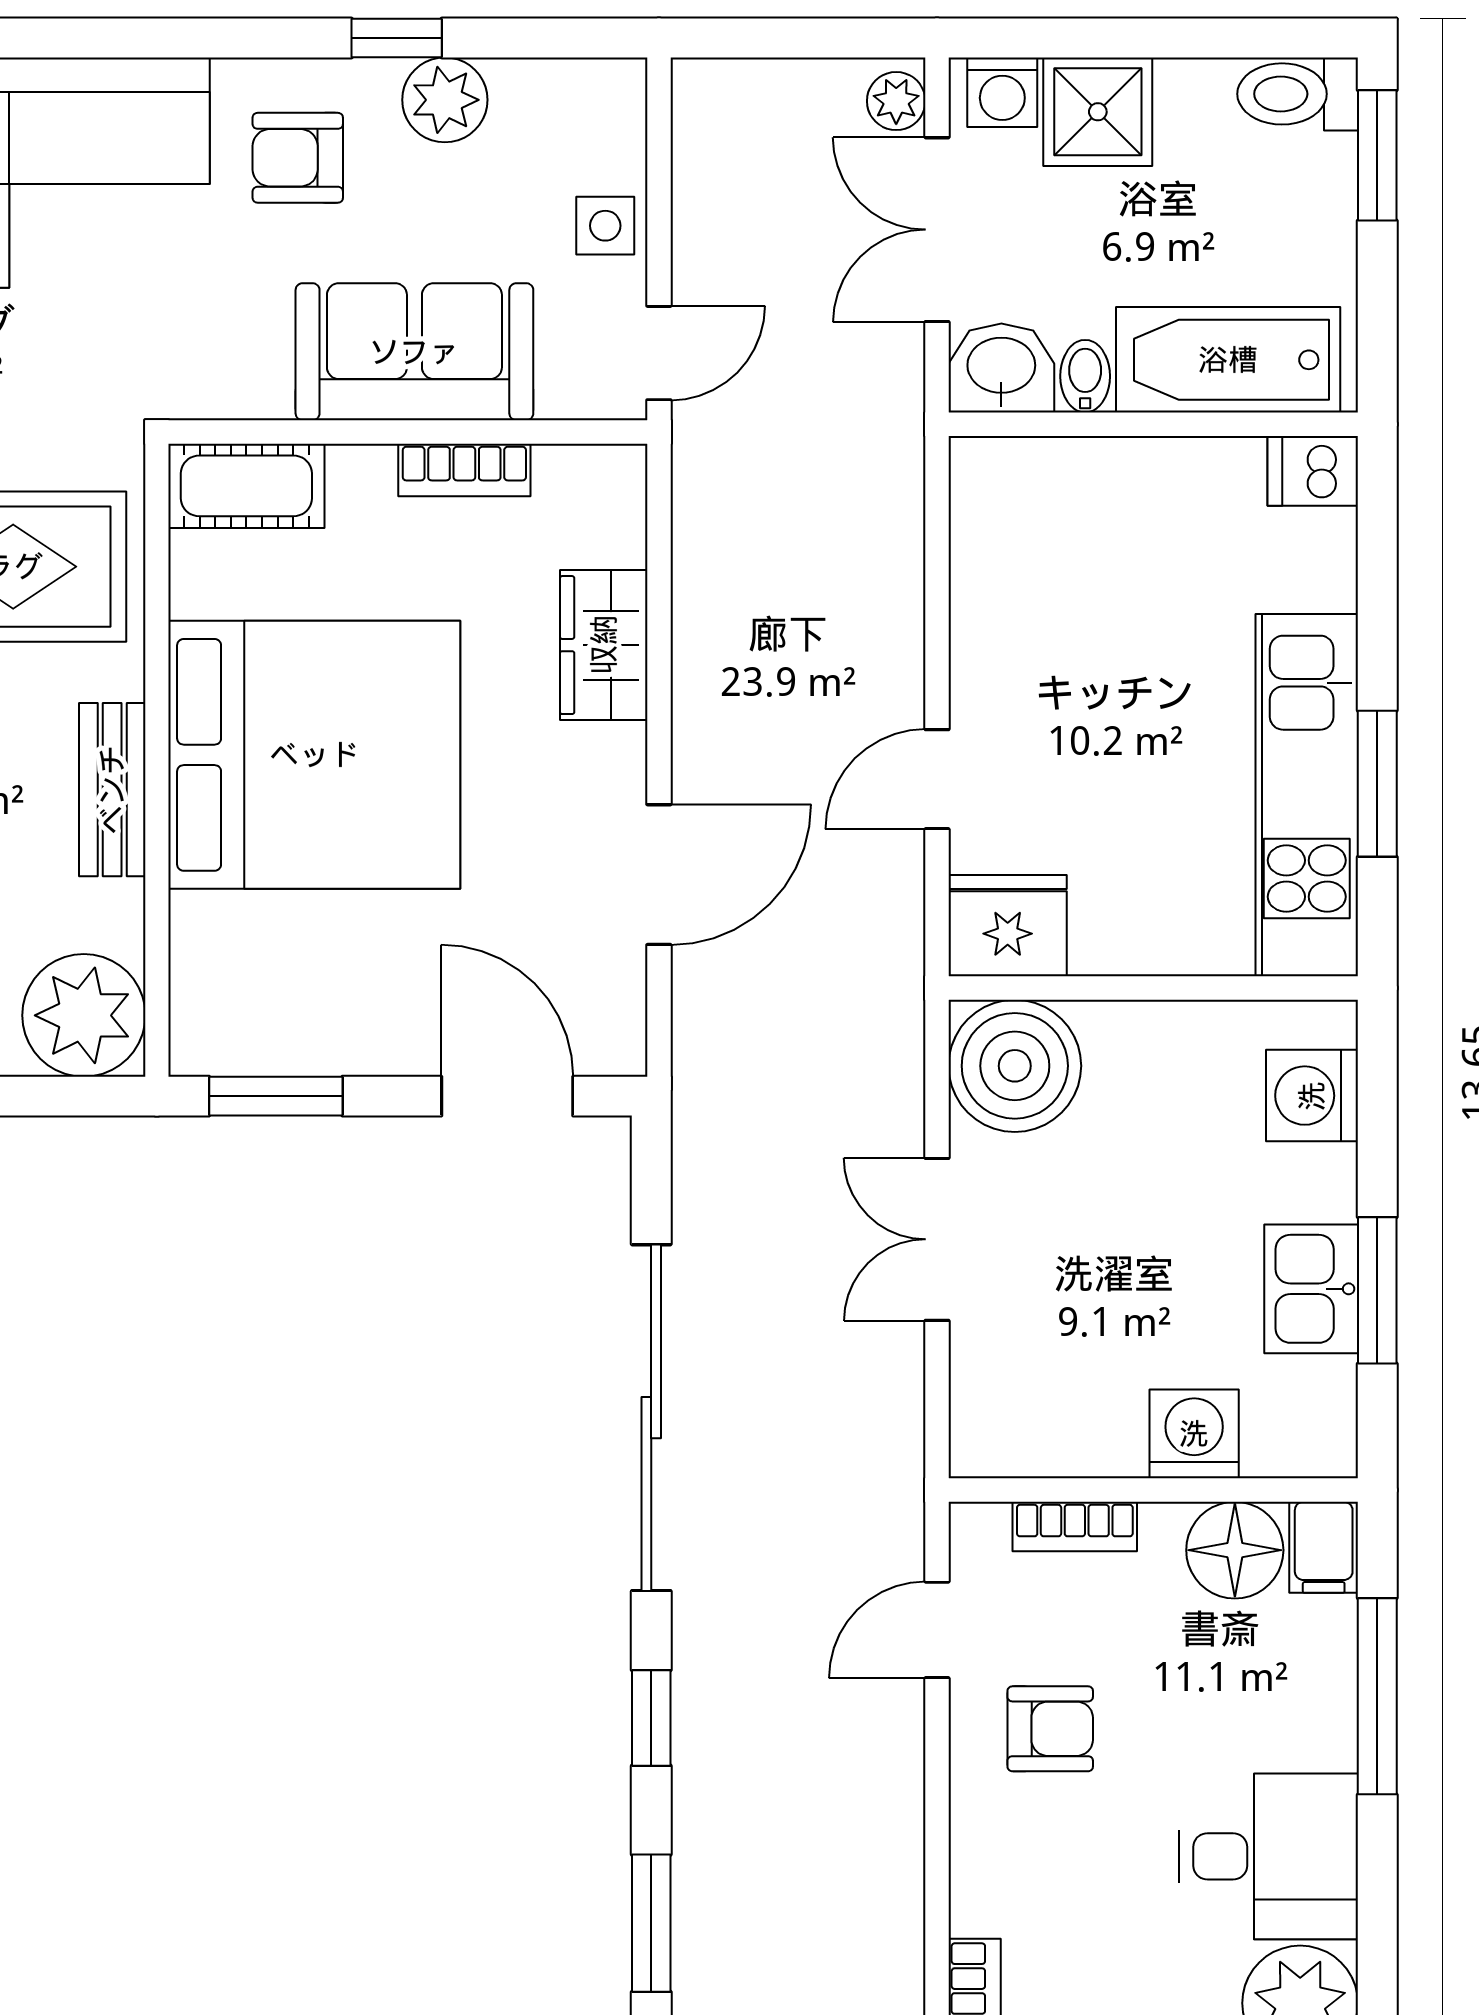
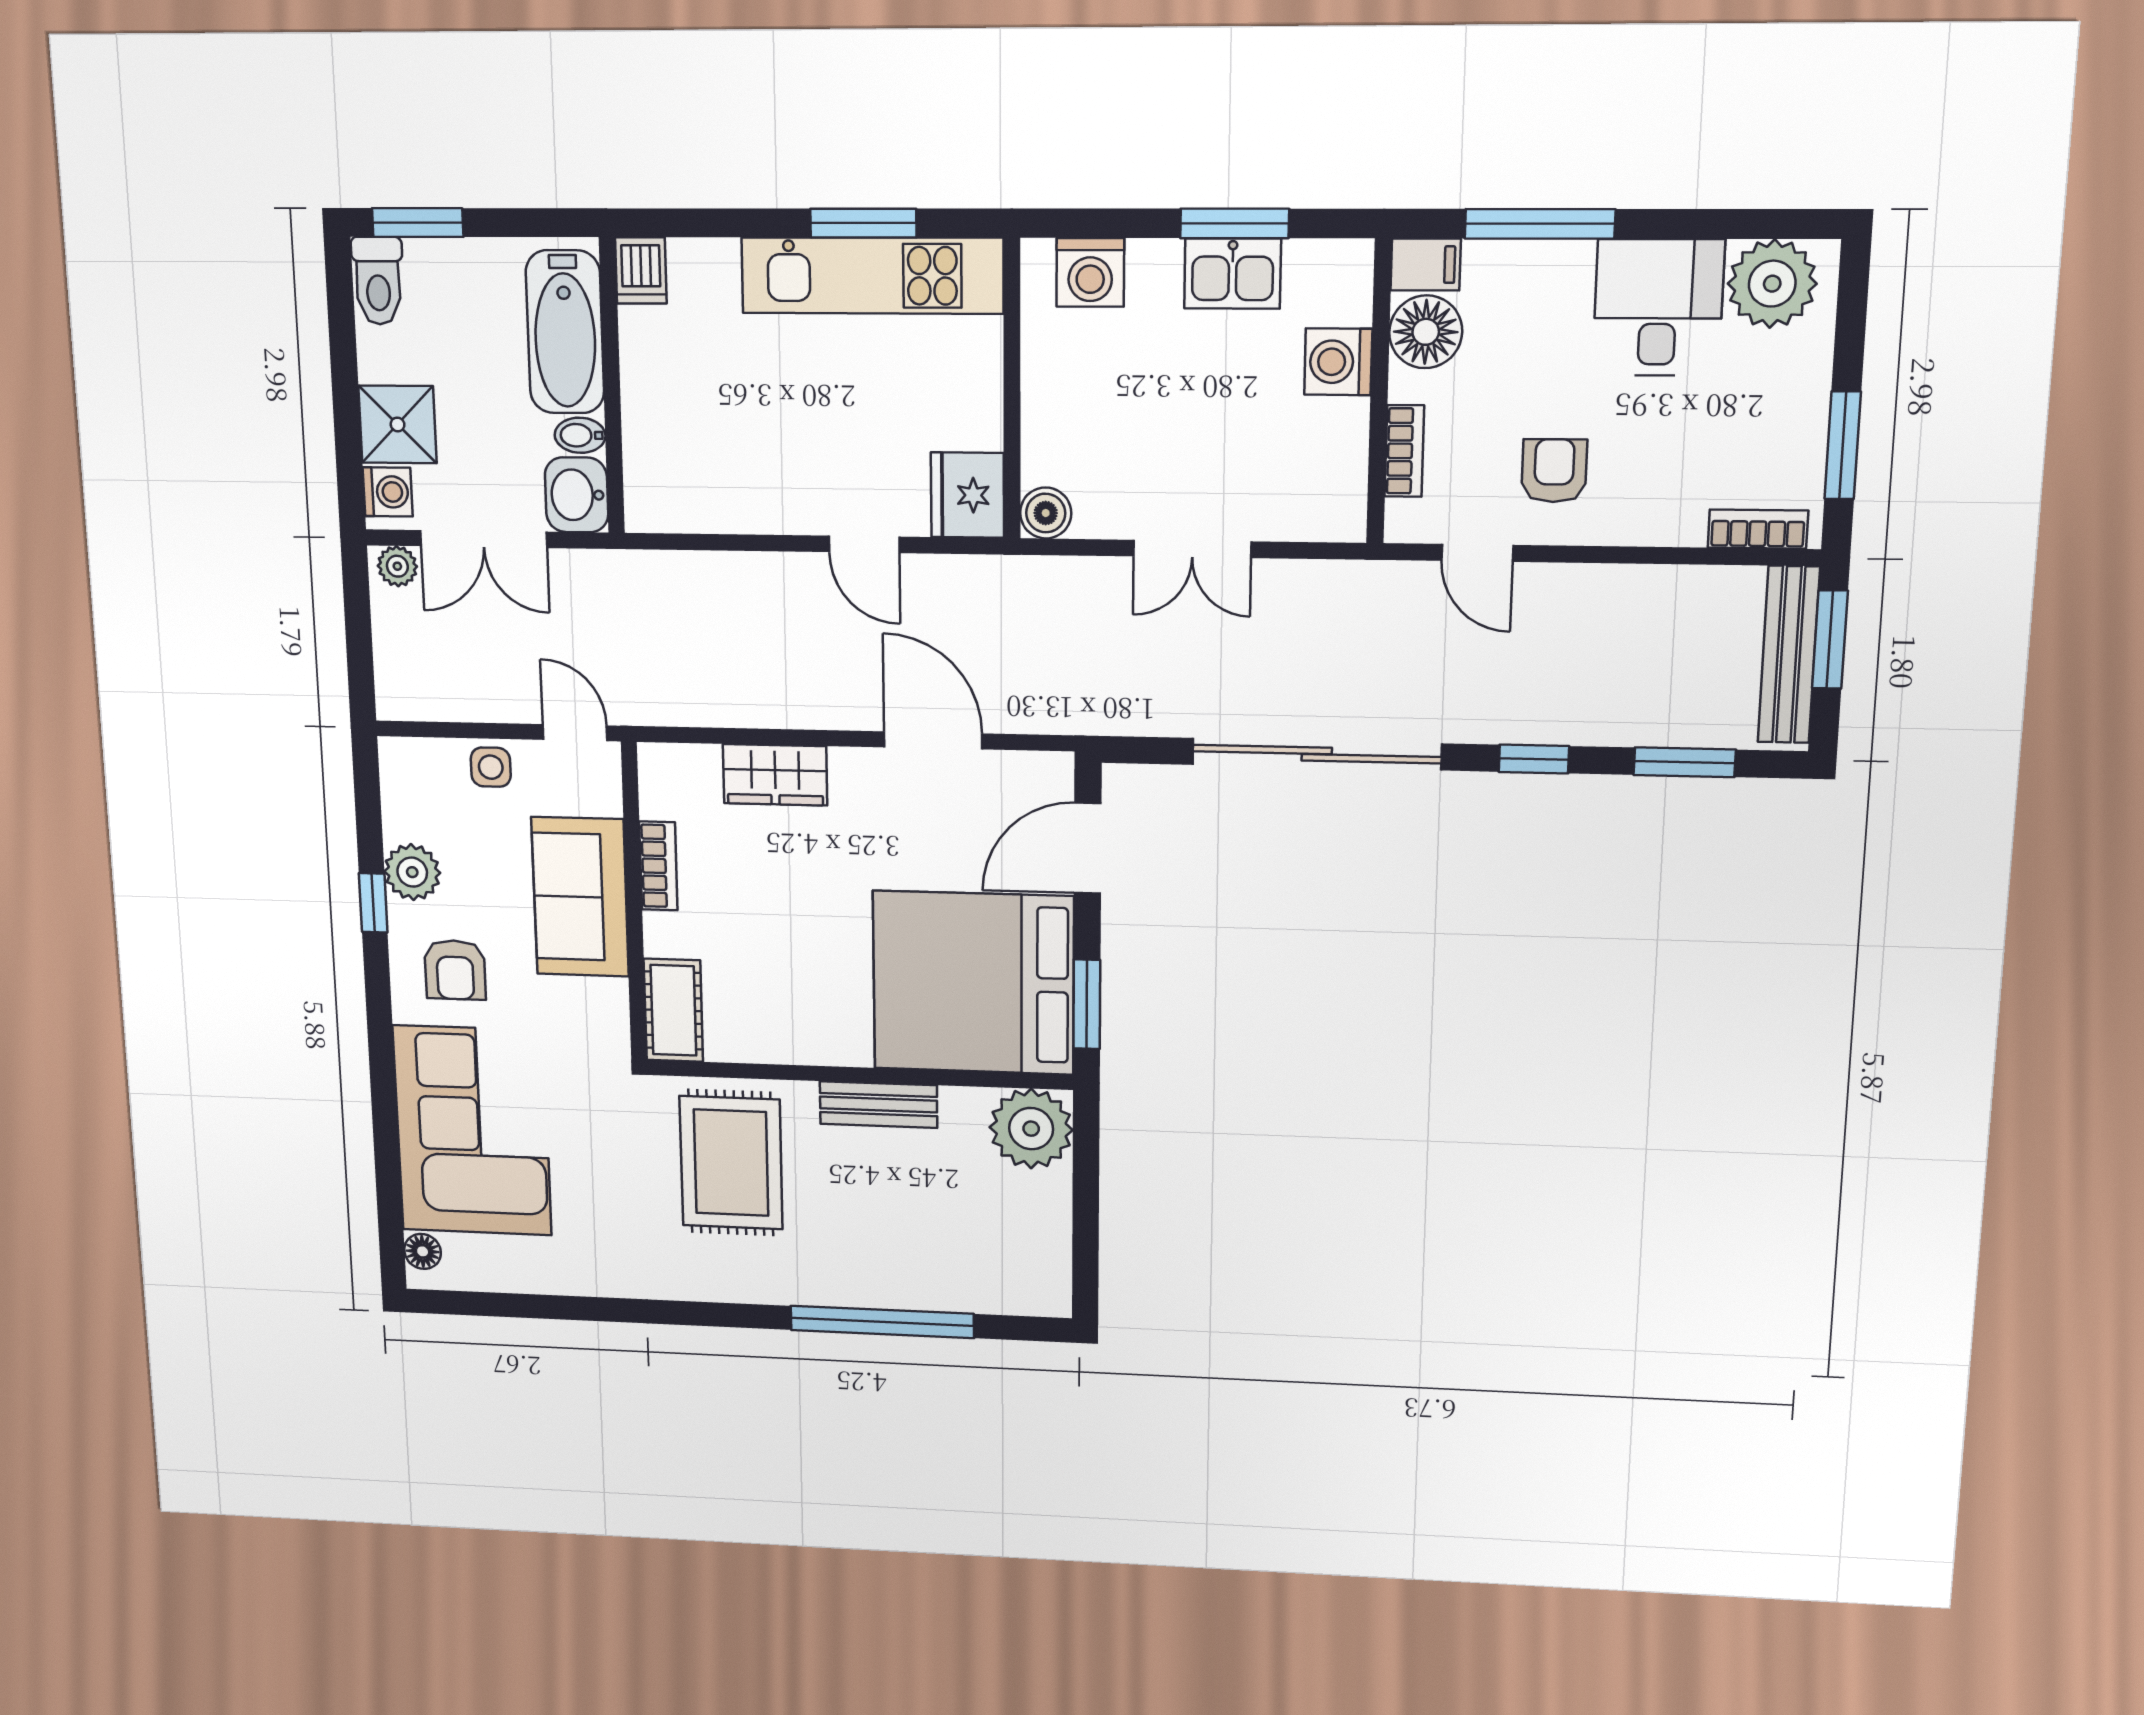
bed: (314, 755) -> (973, 983), moved, turned -90
boiler: (1015, 1066) -> (1046, 513), width x0.54, depth x0.54

